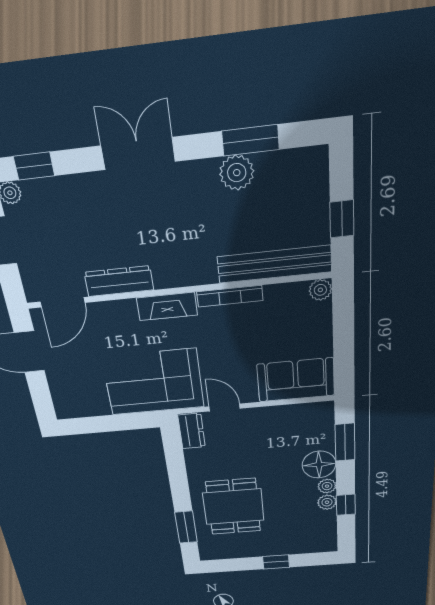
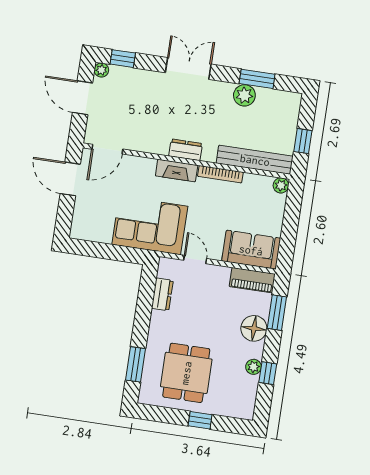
dresser: (119, 281) -> (186, 150), moved, width x0.70
piano: (305, 414) -> (252, 280), added
dresser: (191, 431) -> (162, 294), moved
plant: (327, 486) -> (256, 351), removed
dining table: (233, 507) -> (186, 373), moved

